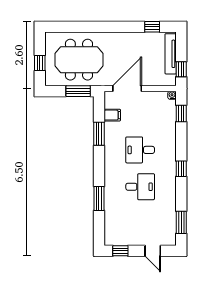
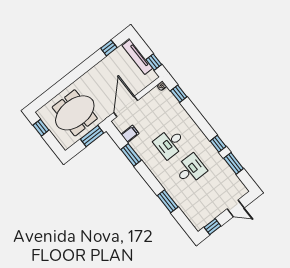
window: (40, 63) -> (41, 128), moved
window: (181, 169) -> (218, 144), moved
window: (181, 222) -> (234, 163), moved

